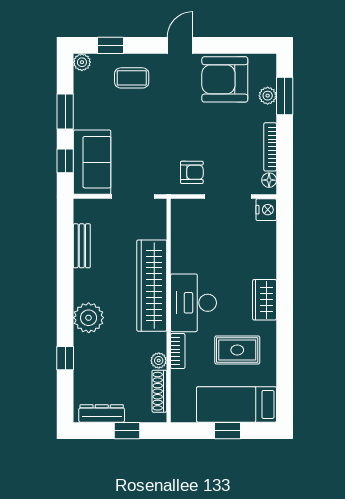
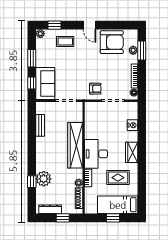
door: (180, 45) -> (89, 25), swing flipped
armchair: (225, 79) -> (112, 42), turned 180
nightstand: (266, 210) -> (132, 125), moved
plant: (89, 318) -> (44, 179), moved

